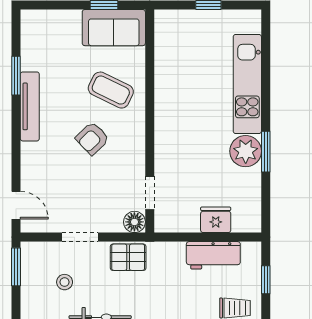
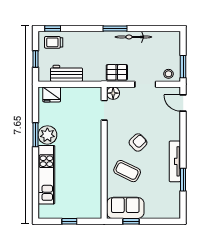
fridge: (216, 220) -> (52, 94), moved
stool: (65, 282) -> (168, 74), moved

